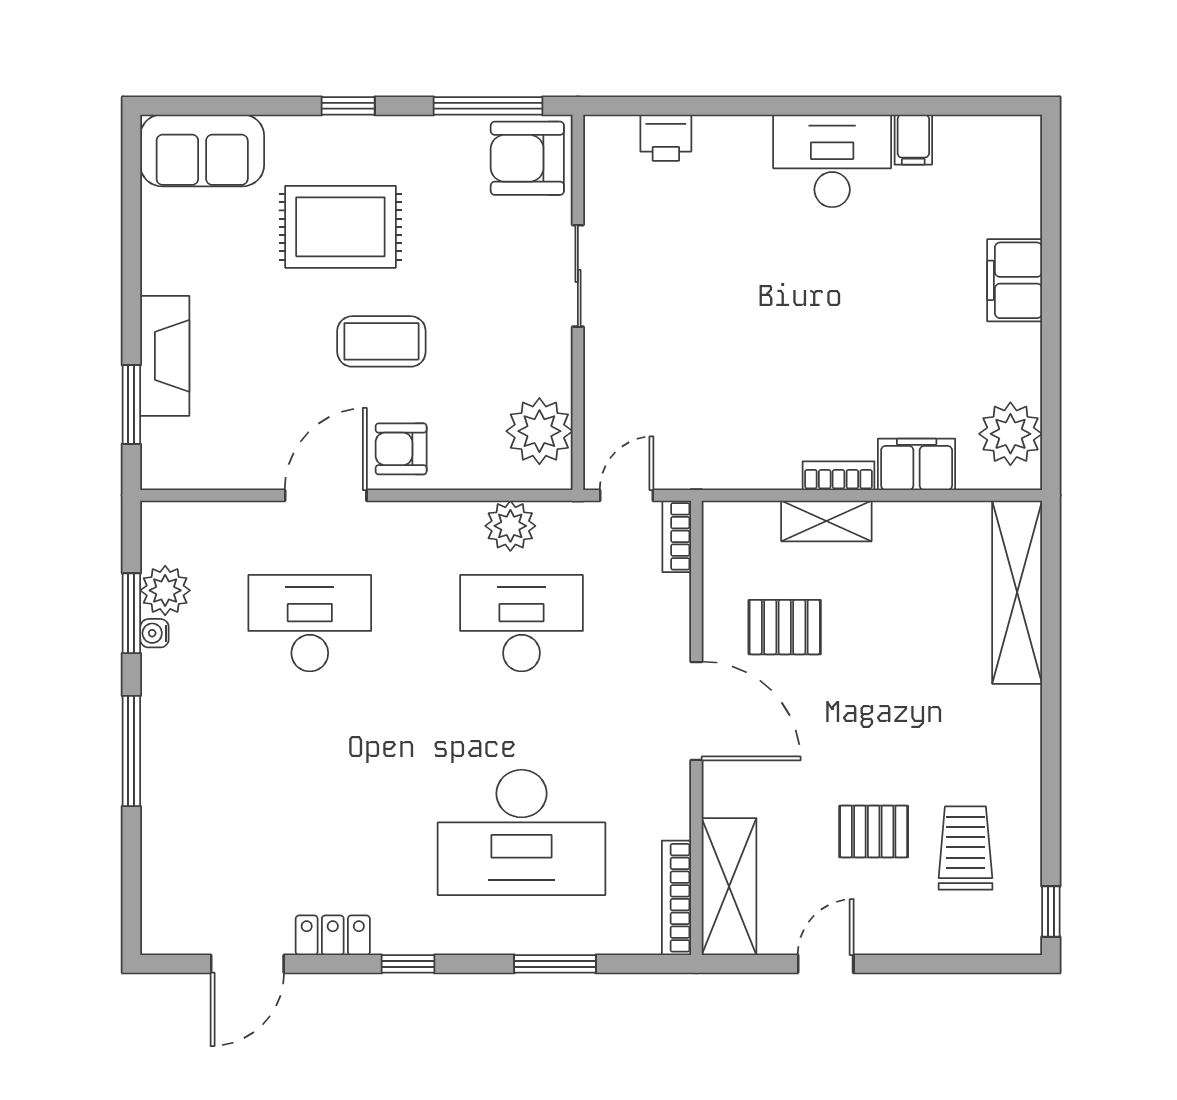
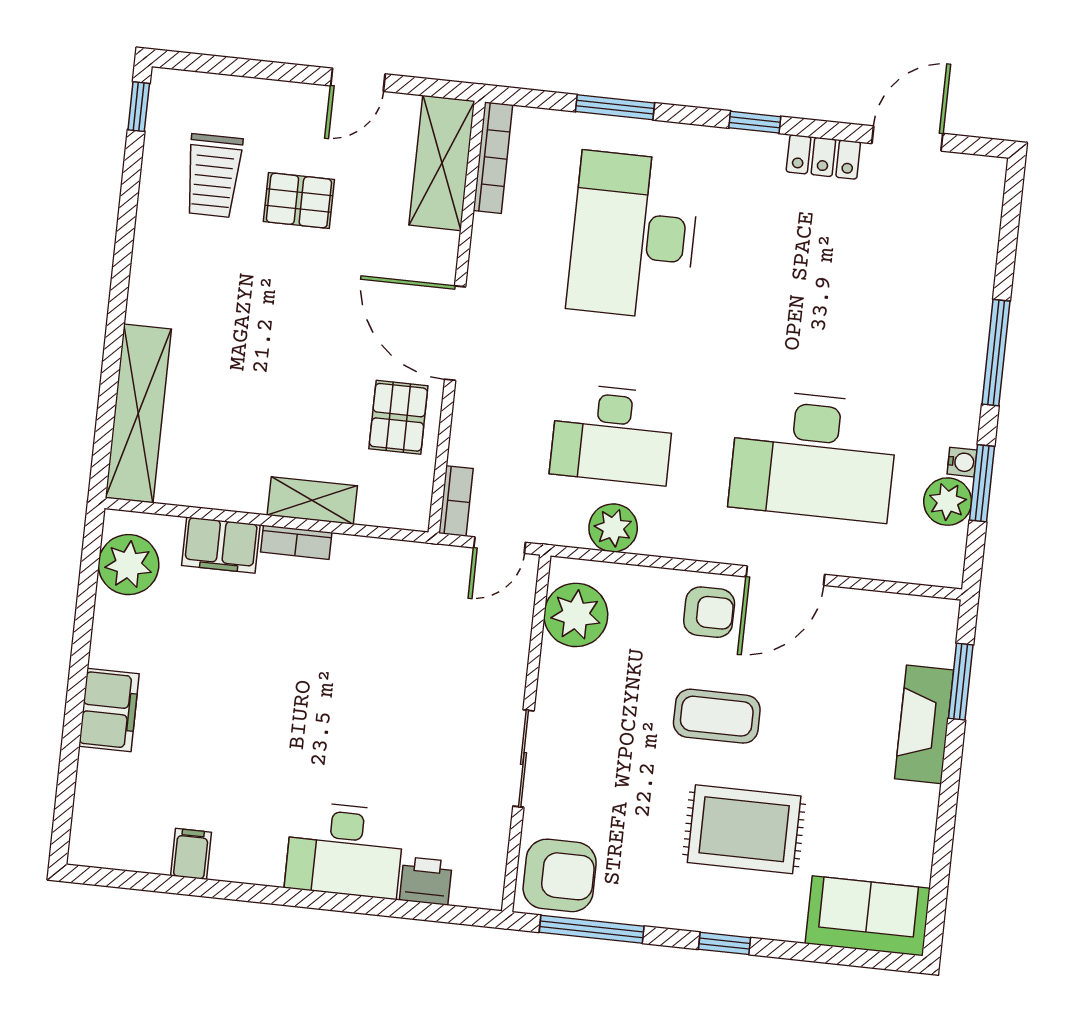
desk: (832, 161) -> (345, 850), moved
desk: (310, 623) -> (813, 456), width x1.36, depth x1.30
pallet: (785, 627) -> (398, 417), moved, turned 90
desk: (522, 832) -> (634, 235), turned -90

